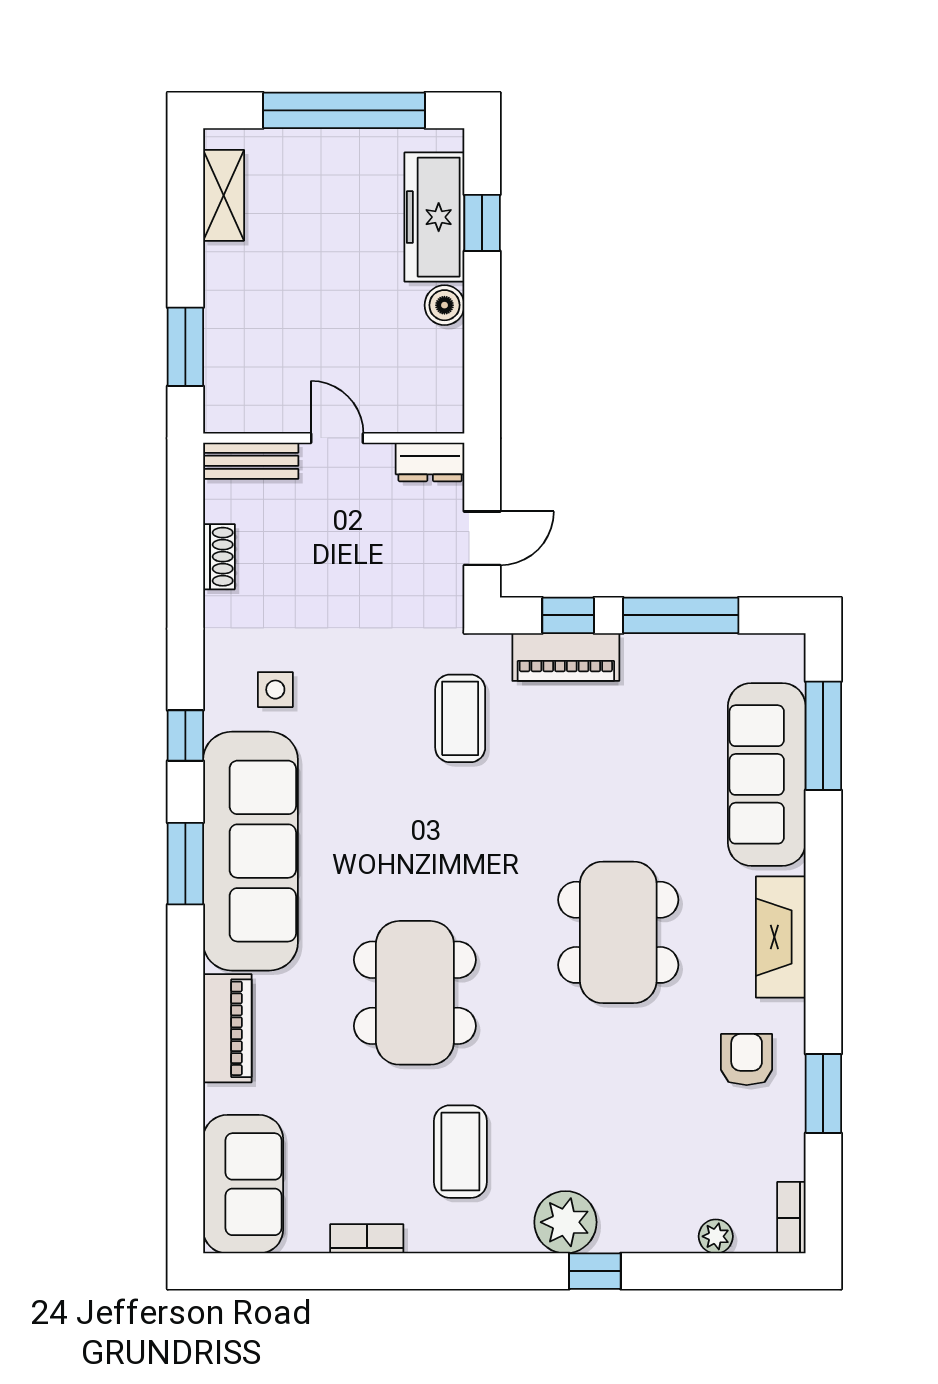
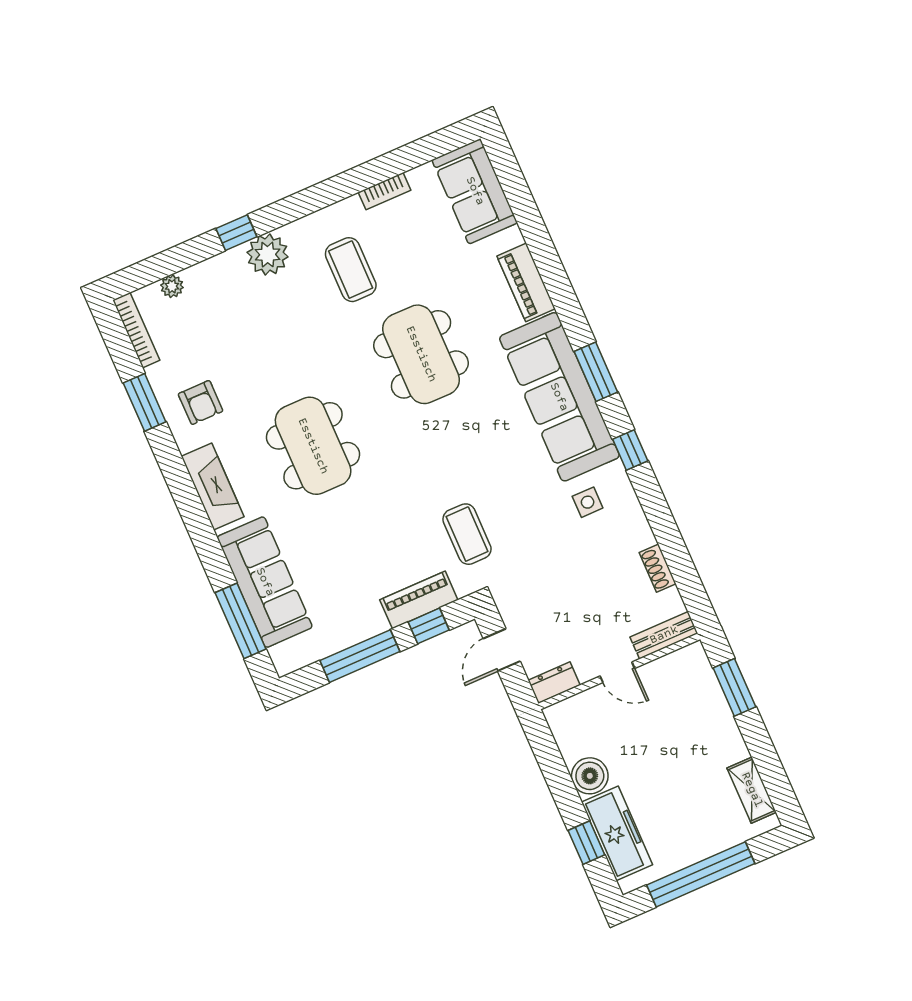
boiler: (444, 305) -> (590, 776), width x1.36, depth x1.36
bookcase: (791, 1218) -> (136, 330), width x1.56

